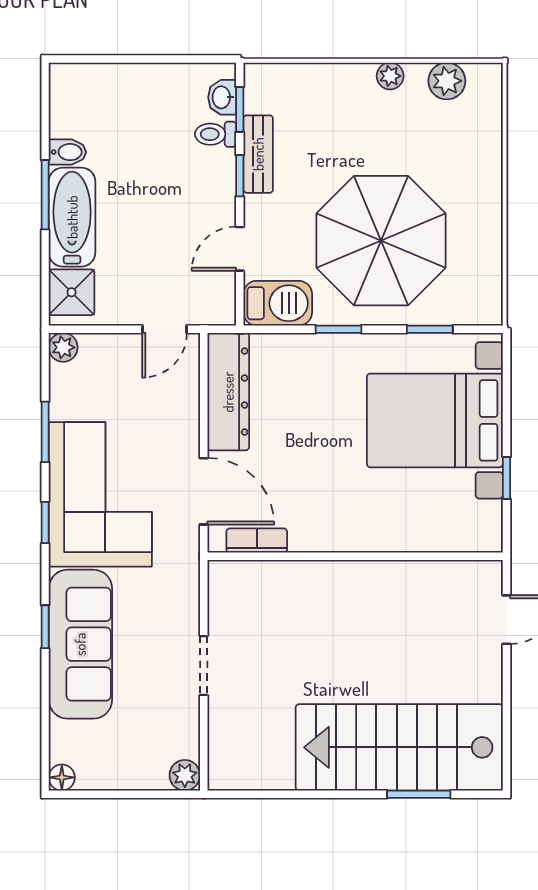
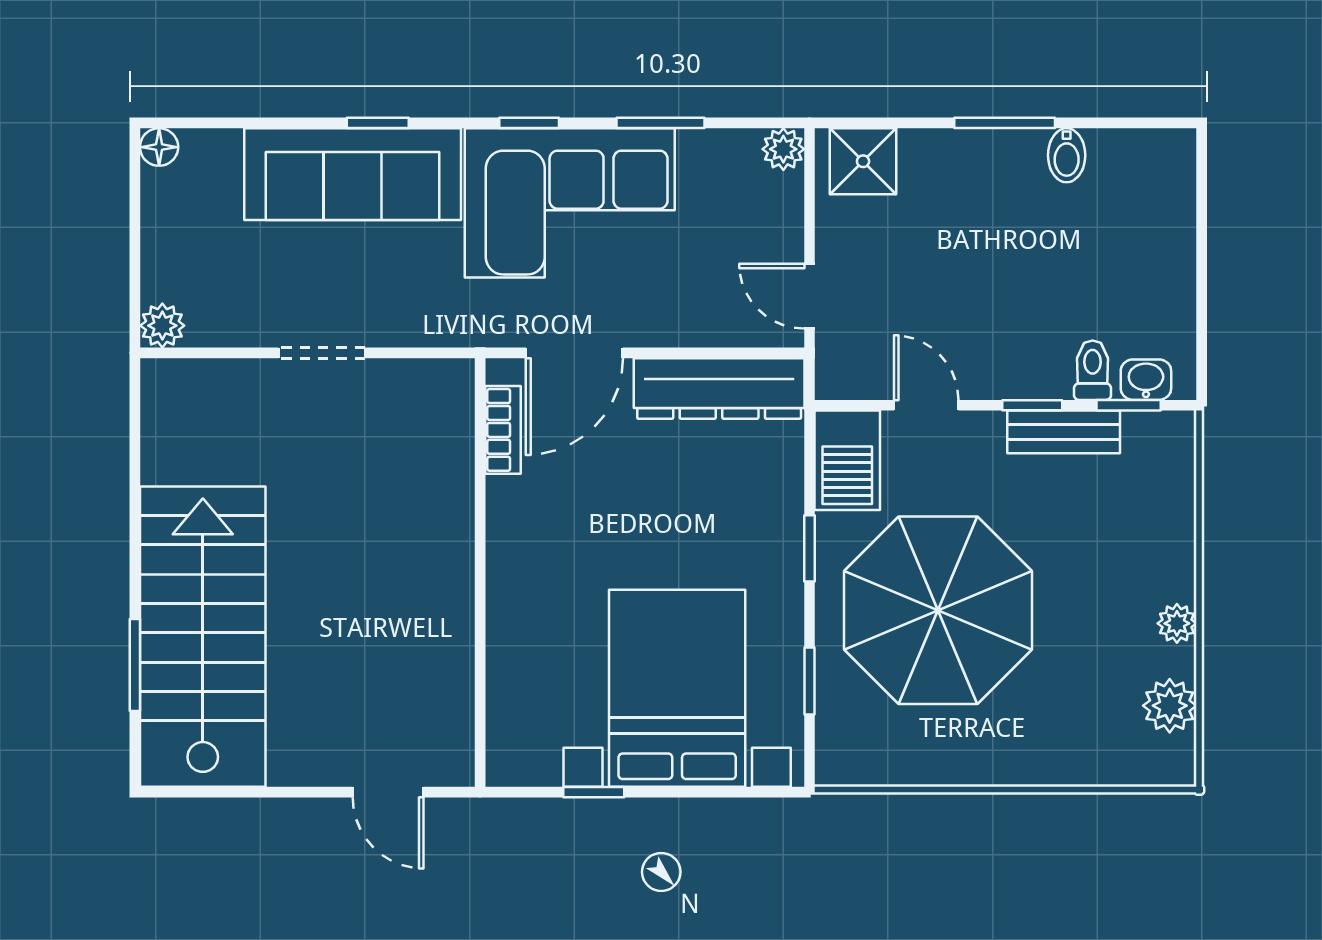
bathtub: (72, 217) -> (972, 162), removed

